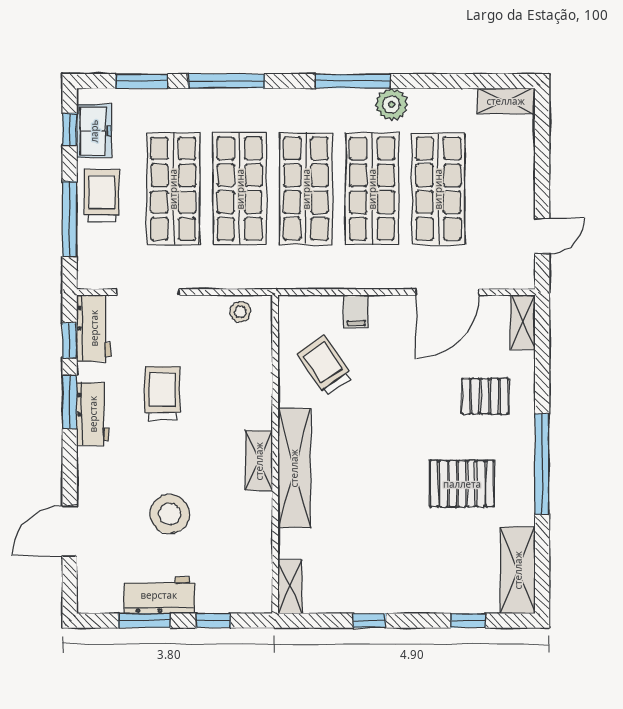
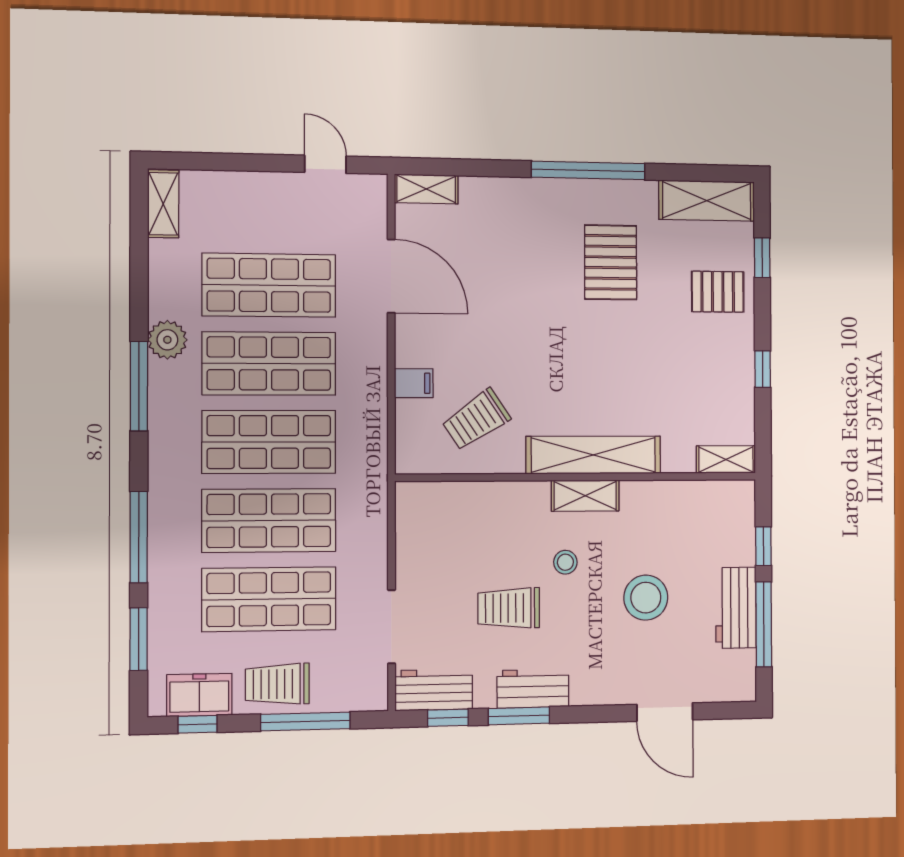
stool: (240, 312) -> (565, 562), moved
pallet: (485, 396) -> (718, 292), moved, turned 90
window: (144, 621) -> (764, 624), width x1.44

